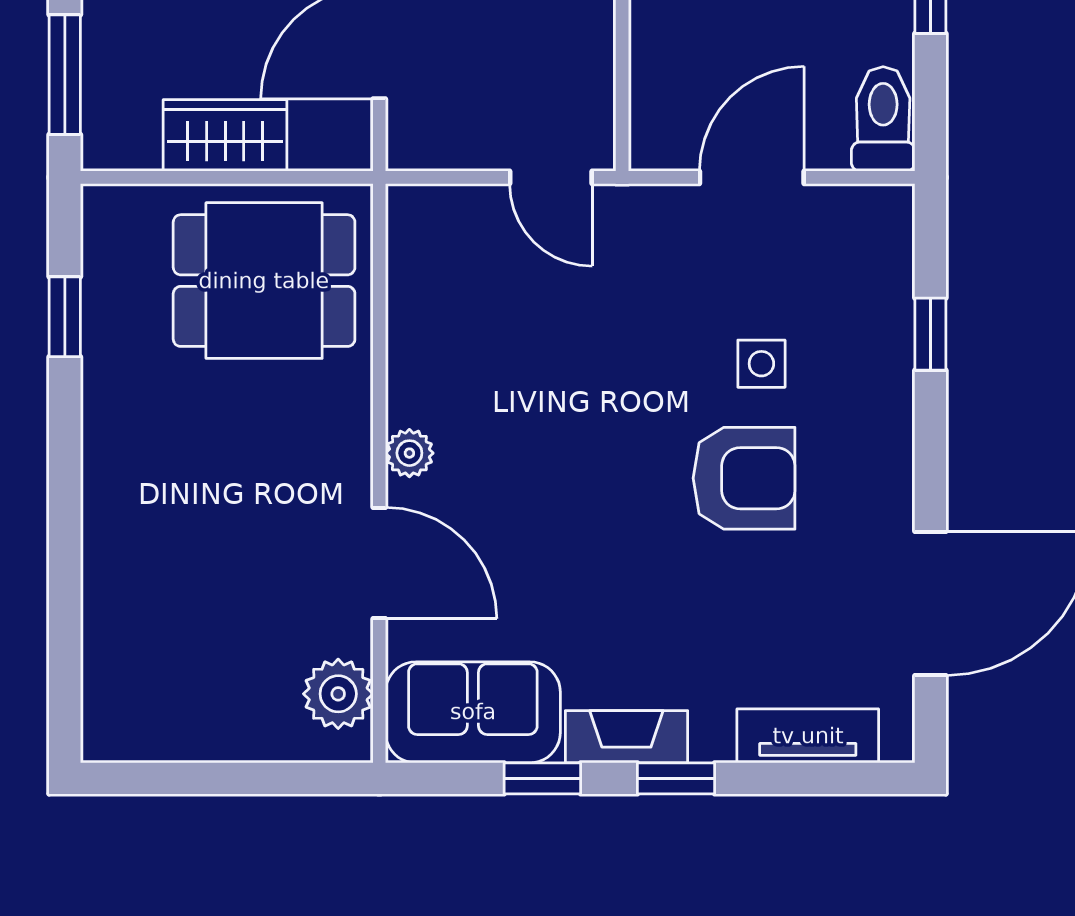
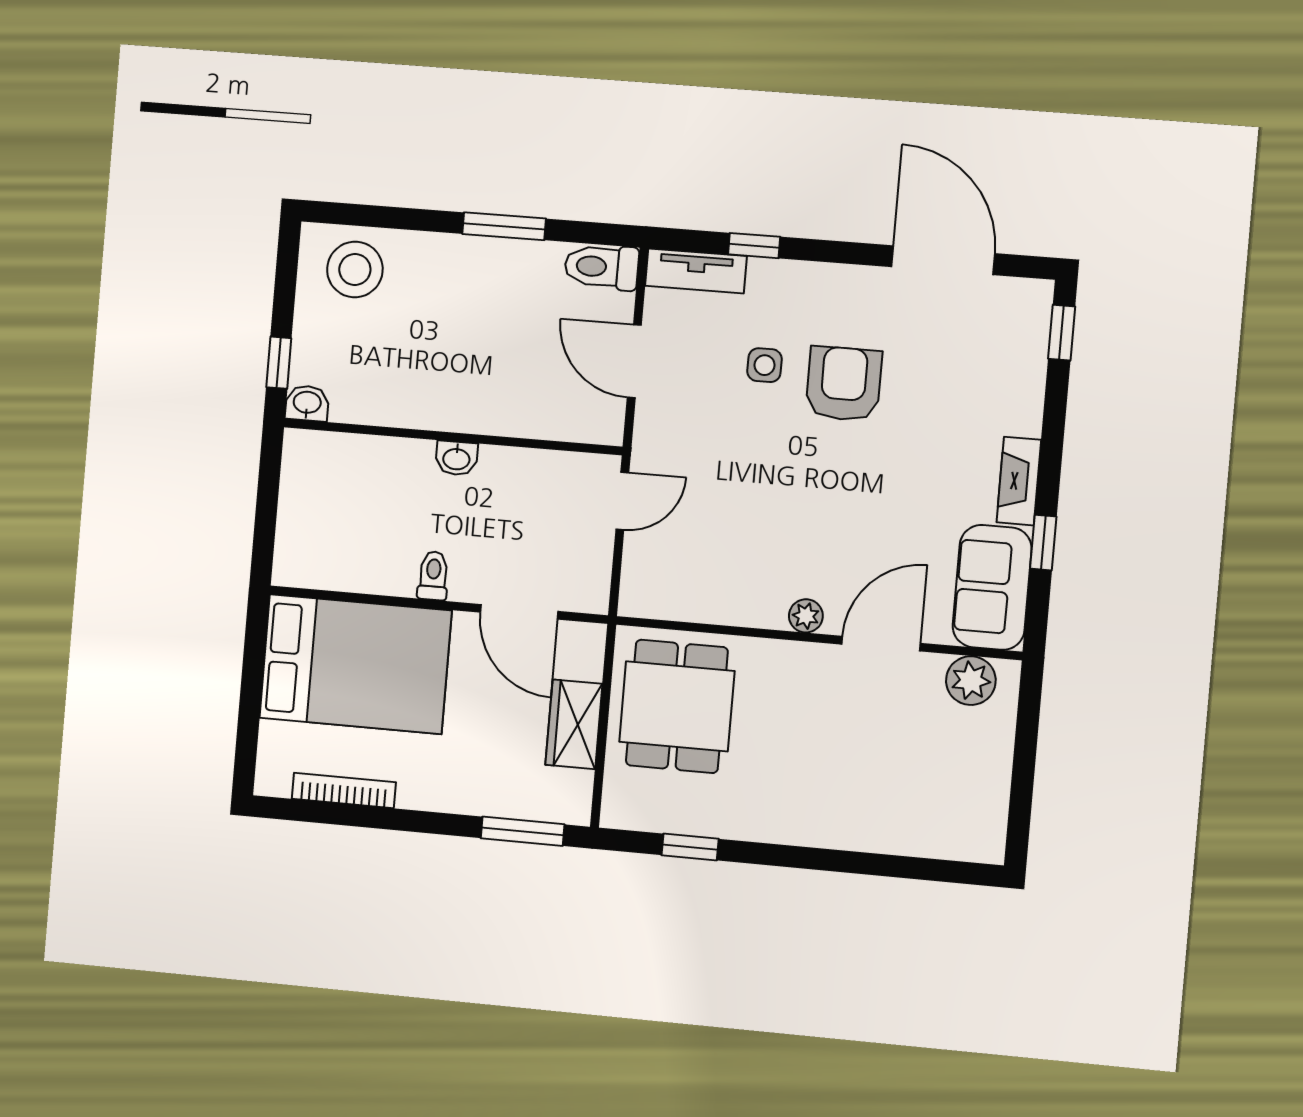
tv unit: (808, 736) -> (696, 271), moved, turned -90
window: (676, 778) -> (1062, 333), moved

